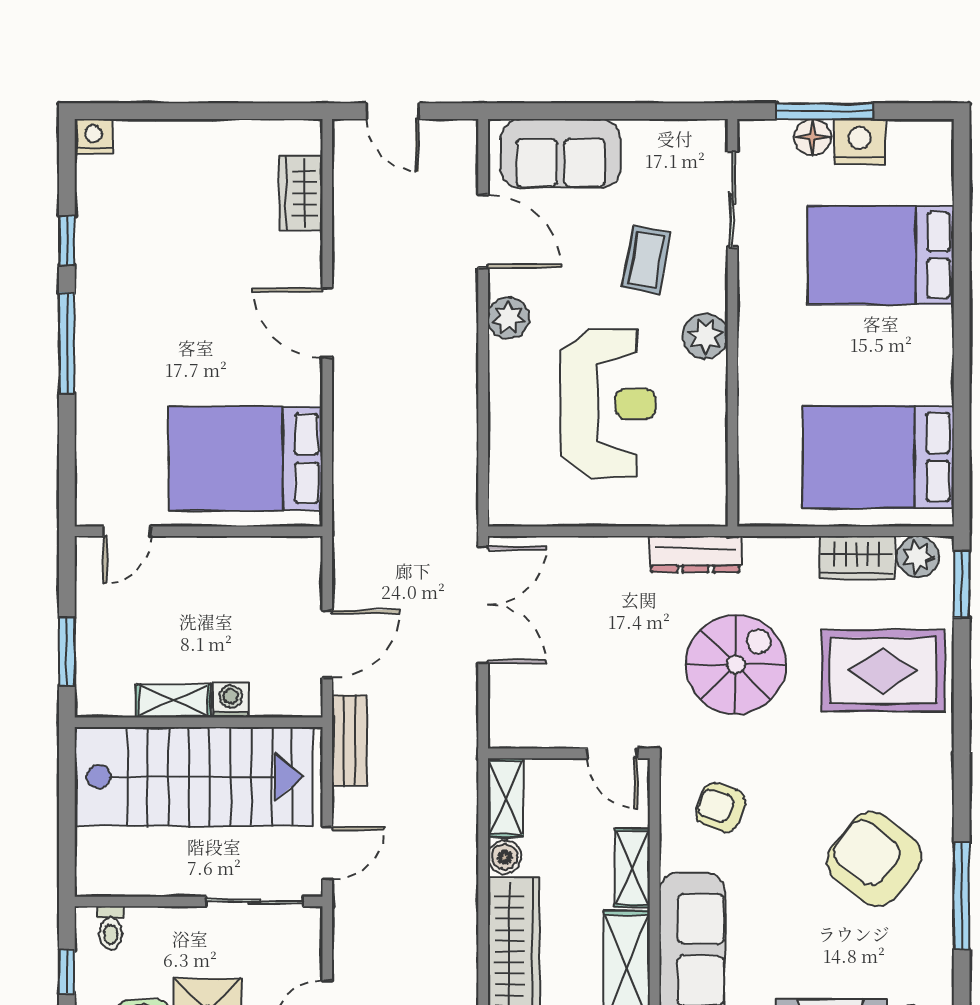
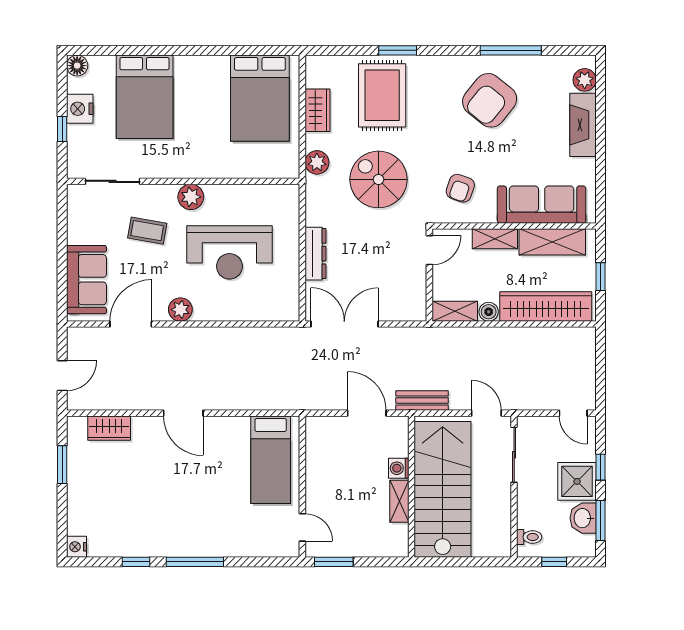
window: (237, 111) -> (62, 465), added
window: (824, 111) -> (62, 129), width x0.46
floor lamp: (813, 137) -> (77, 66), moved
door: (327, 323) -> (183, 413), hinge flipped
reception desk: (608, 404) -> (229, 252), turned 180
bed: (246, 458) -> (271, 460), width x0.67
dresser: (695, 554) -> (315, 254), moved
plant: (918, 557) -> (317, 162), moved
window: (962, 584) -> (398, 50), moved
window: (67, 652) -> (334, 562), moved

